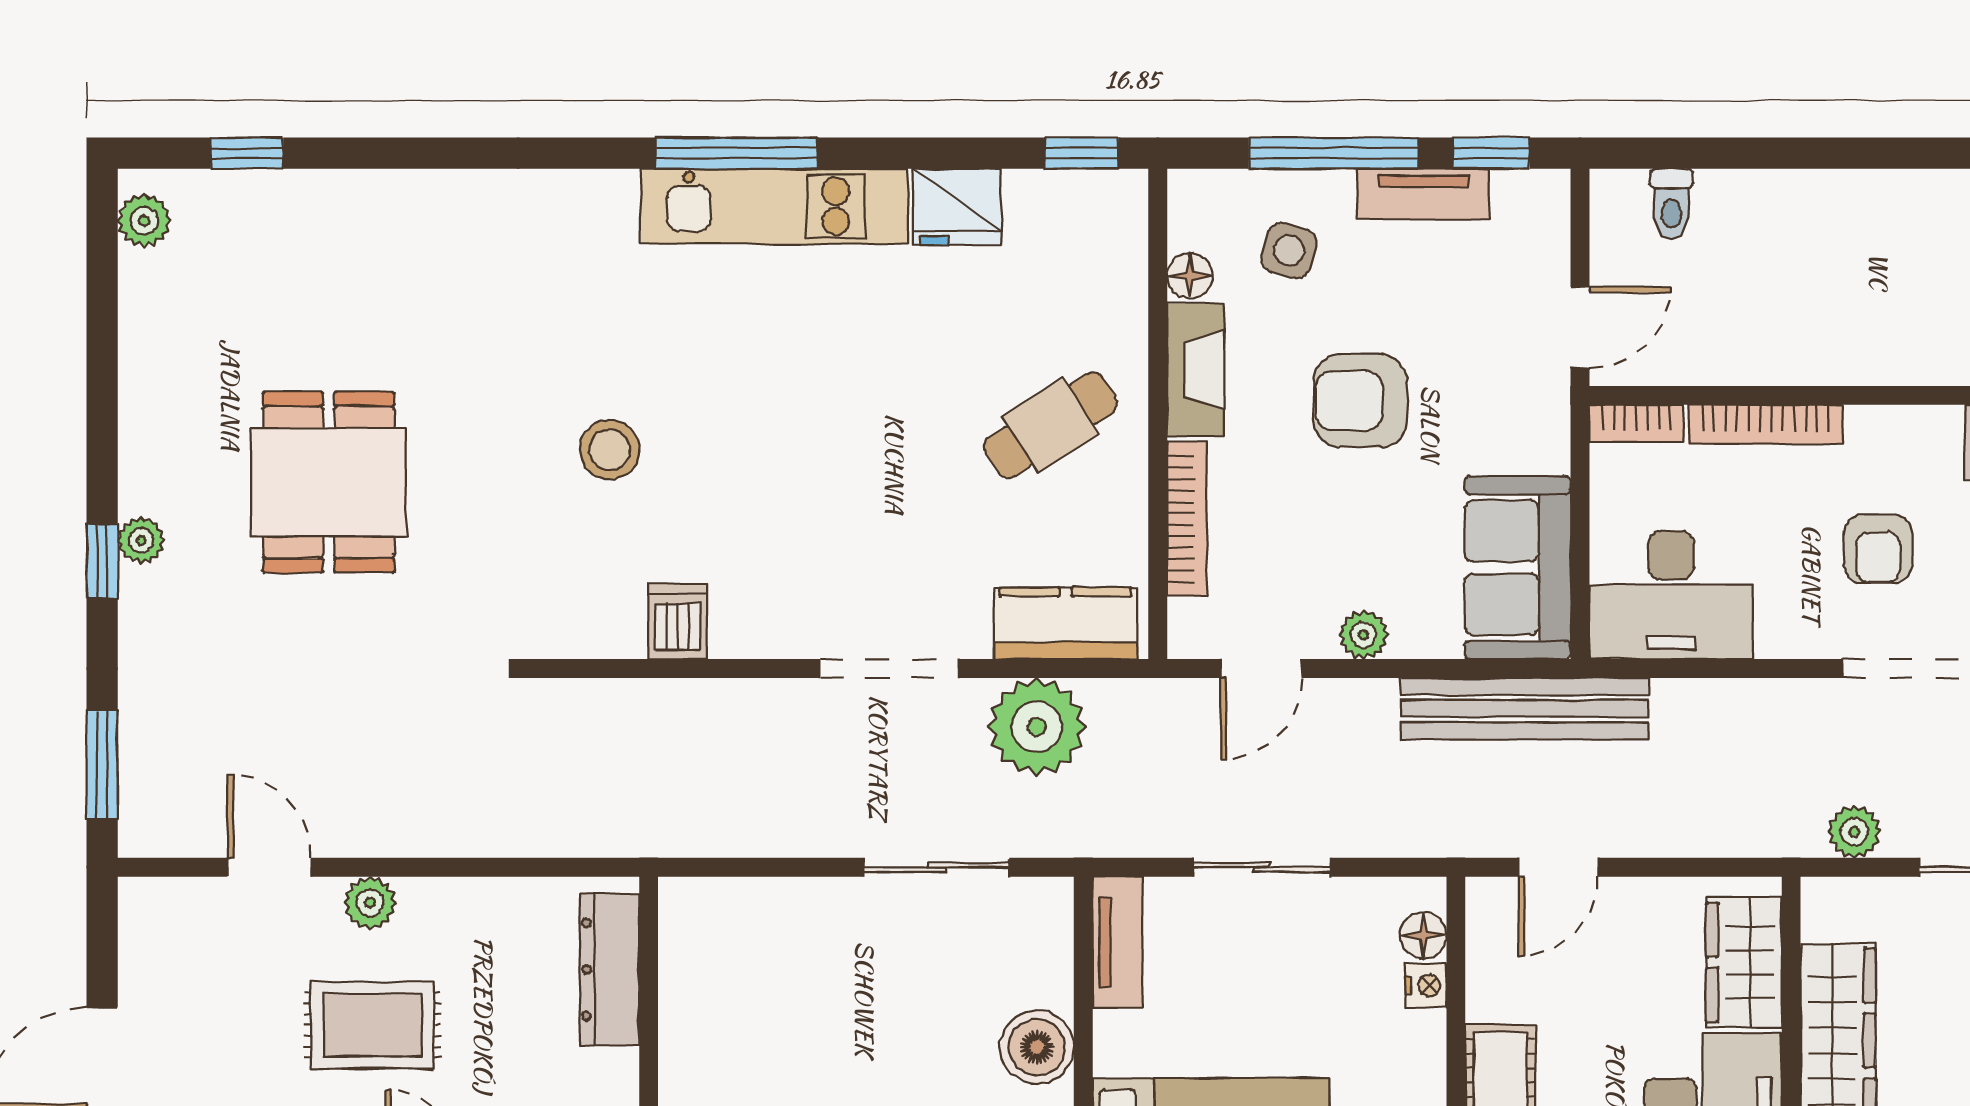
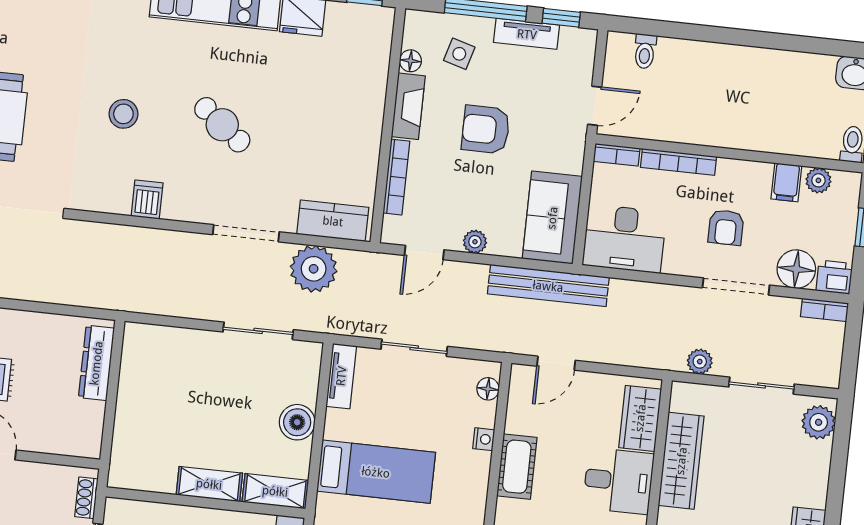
cafe table: (1050, 425) -> (222, 125), moved, turned 71
nightstand: (1426, 985) -> (484, 439), moved

